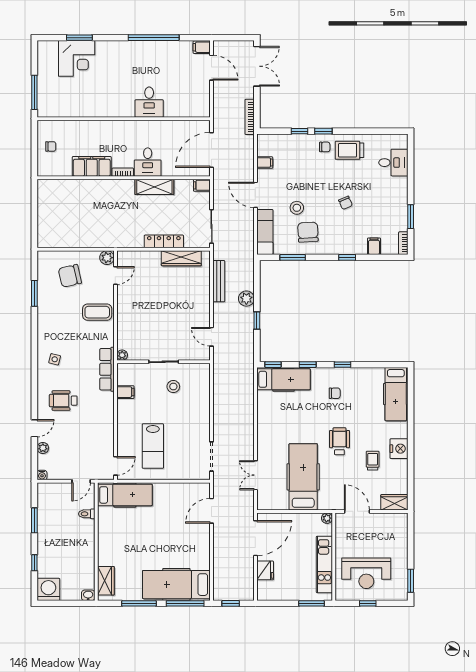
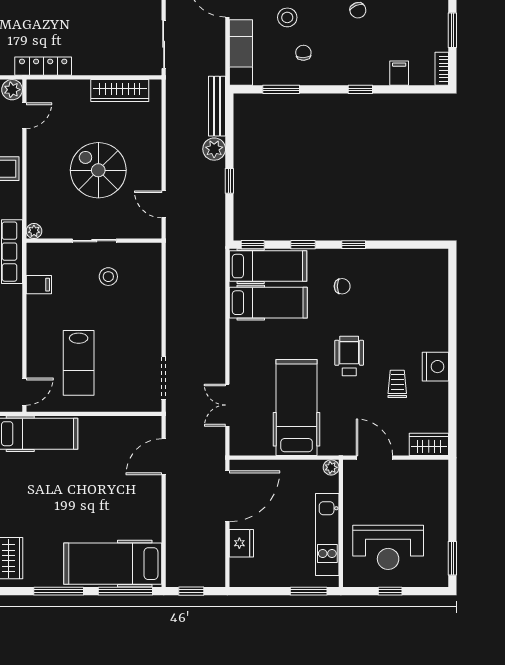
chair: (308, 232) -> (303, 53), width x0.54, depth x0.54
locker: (164, 241) -> (43, 66), moved
bench: (219, 281) -> (217, 106), moved
spiral stairs: (166, 313) -> (98, 170), added
hospital bed: (396, 394) -> (268, 303), moved, turned -90

